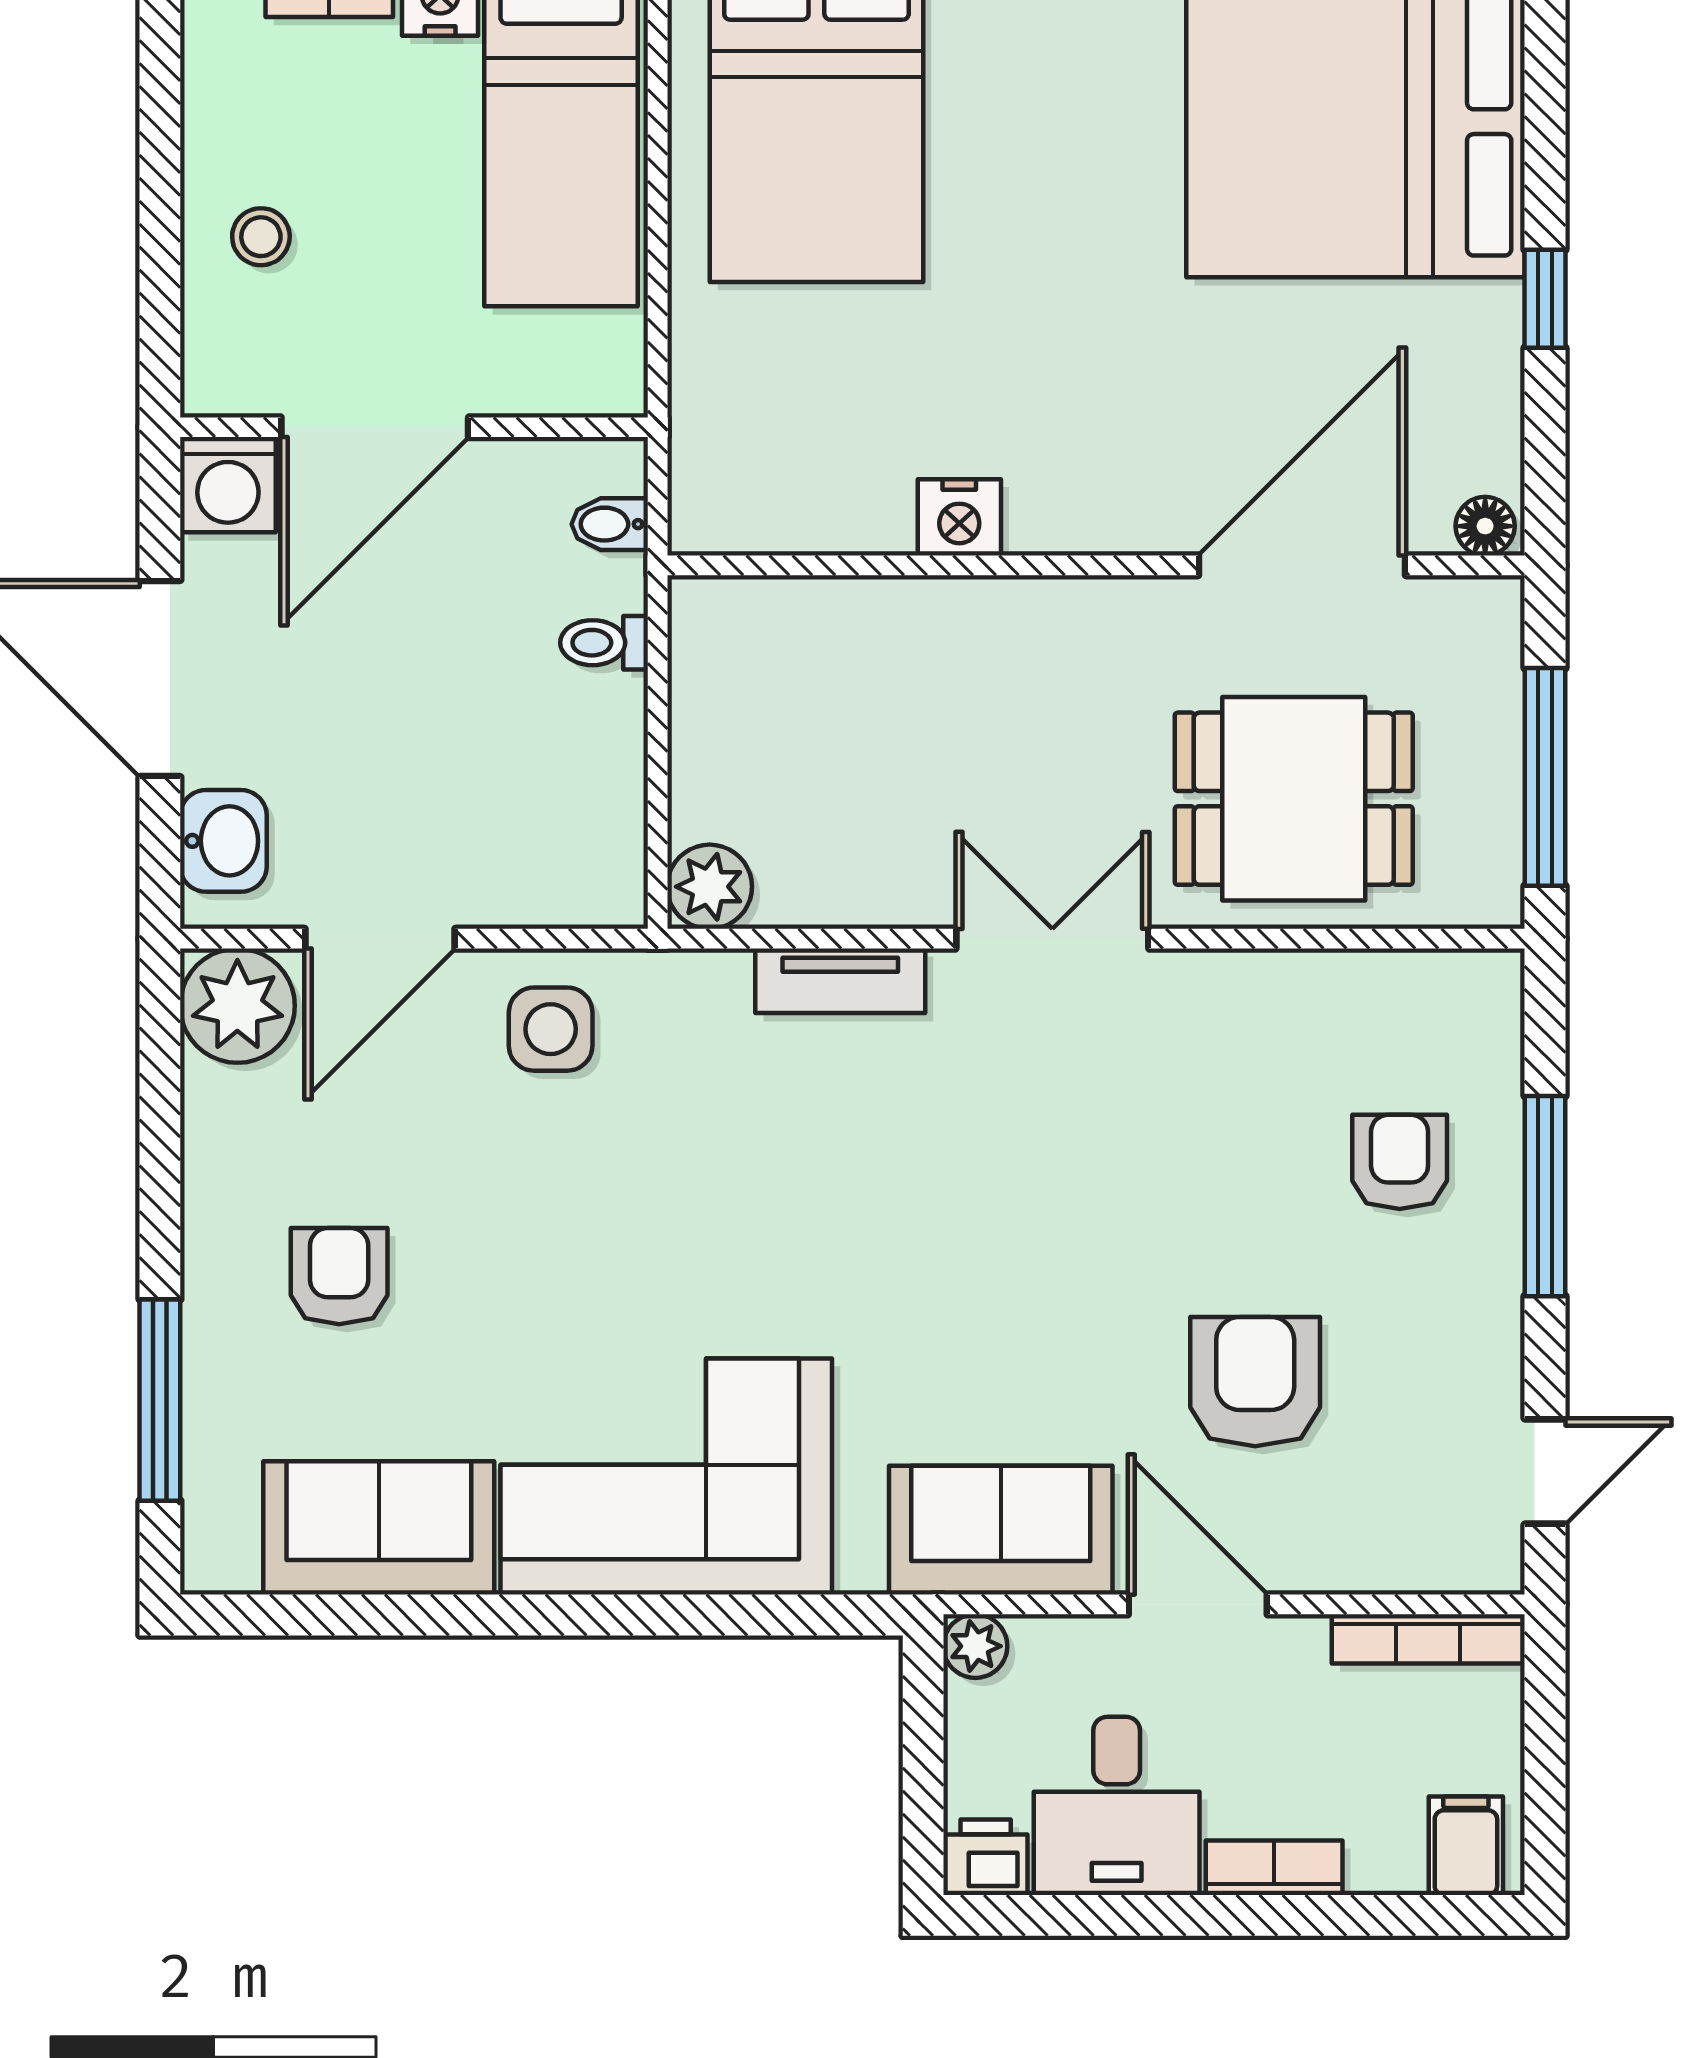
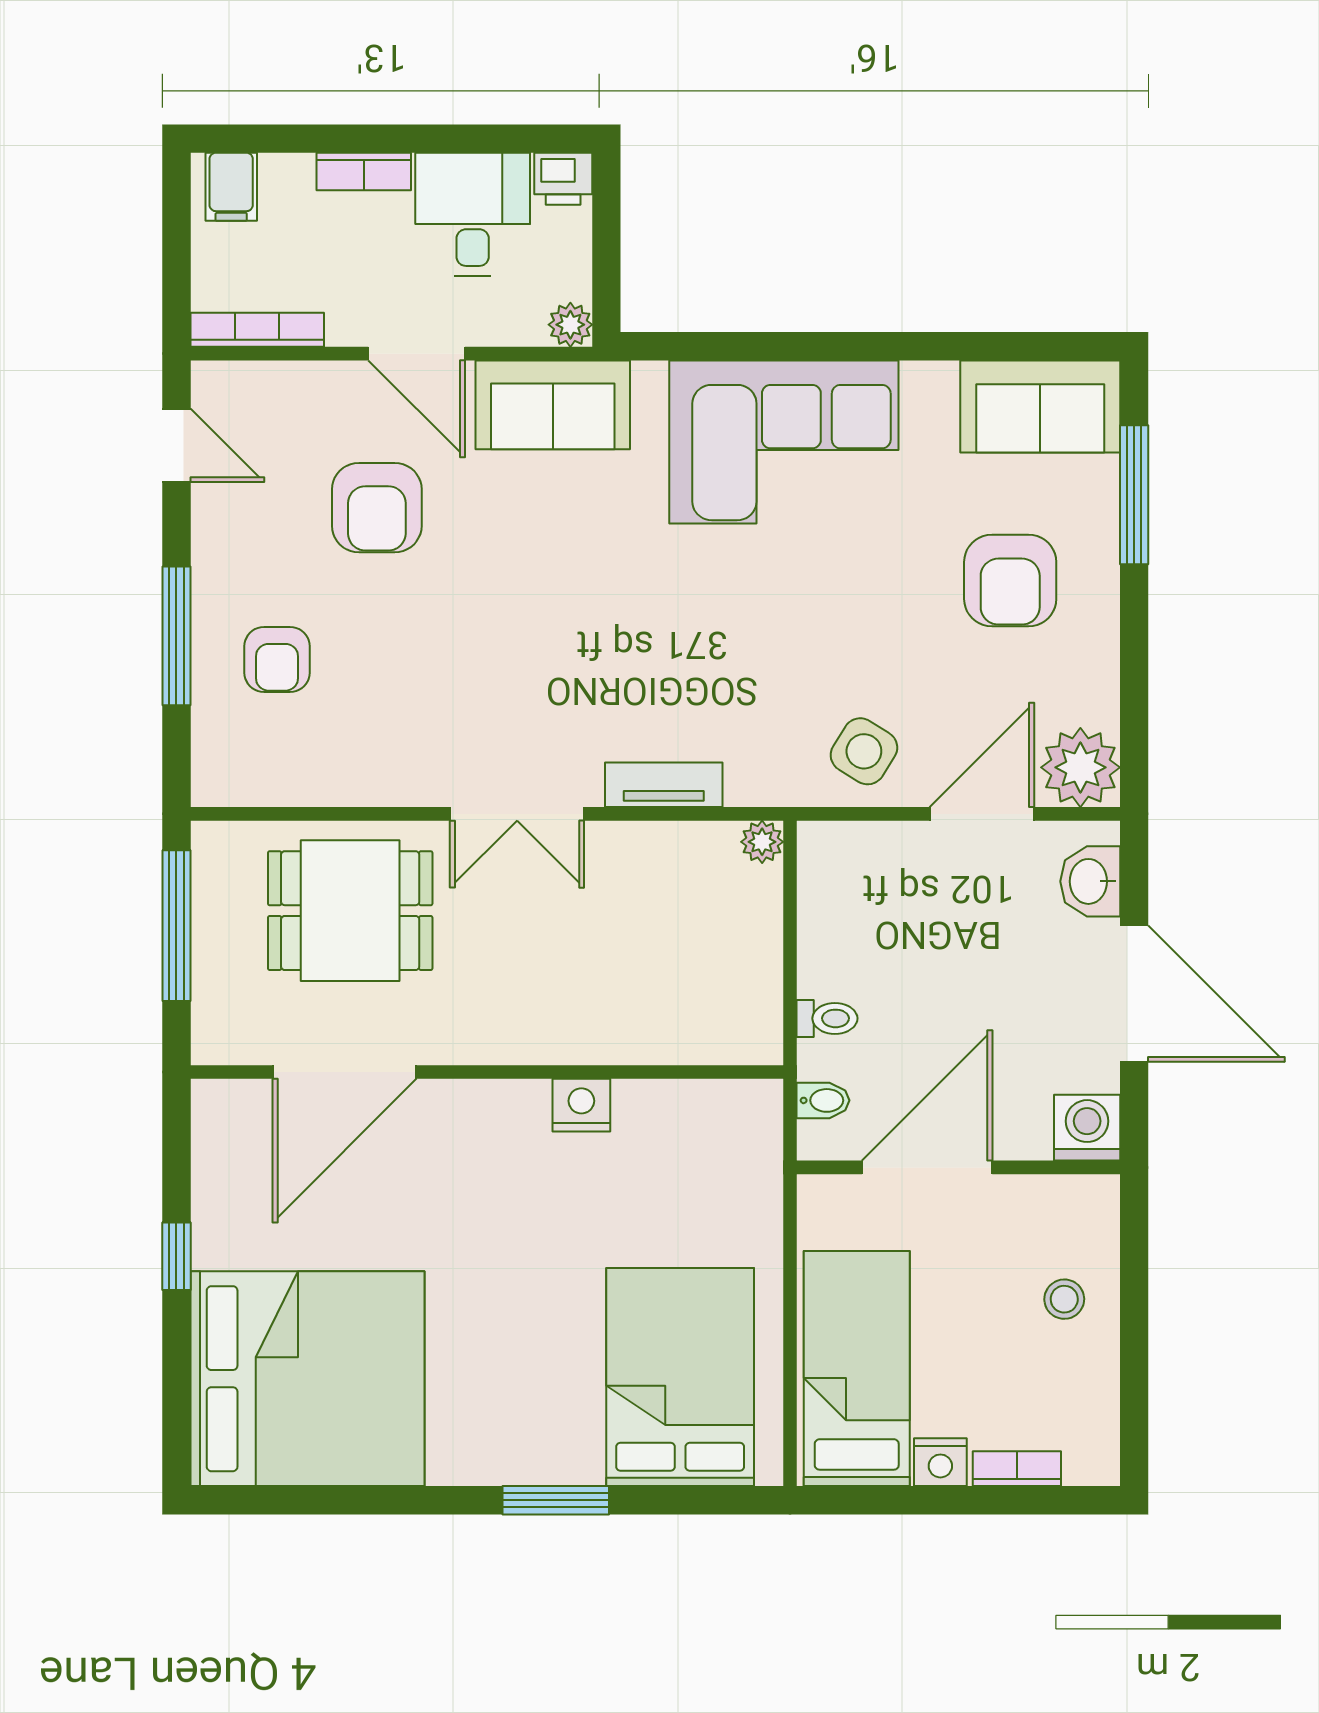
door: (375, 427) -> (927, 1167), moved
floor lamp: (1485, 526) -> (218, 1099), removed
plant: (710, 887) -> (762, 842), width x0.73, depth x0.73
side table: (551, 1029) -> (864, 751), turned 32
armchair: (339, 1276) -> (1010, 581), width x1.38, depth x1.38
door: (1545, 1471) -> (176, 445), swing flipped
sofa: (379, 1528) -> (1040, 406), moved

